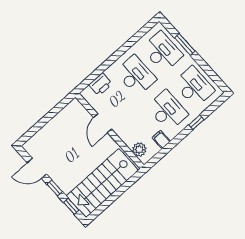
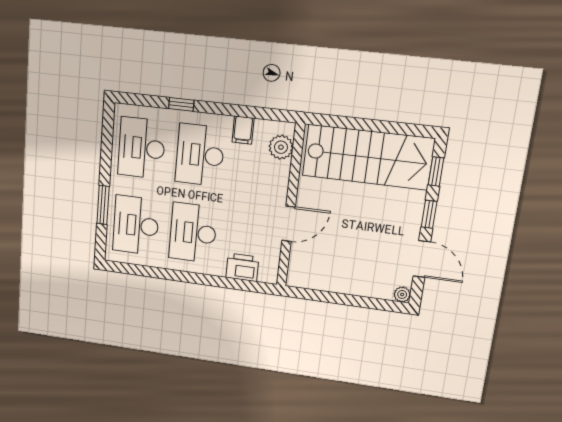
plant: (28, 146) -> (402, 294), added

